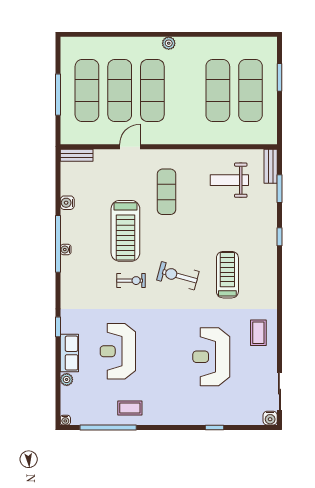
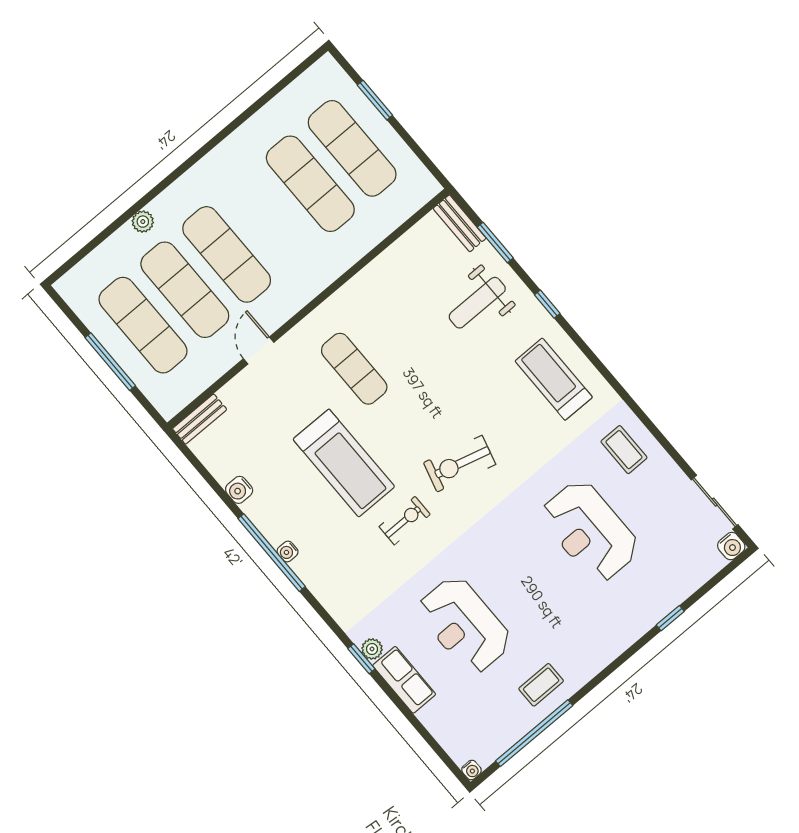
plant: (169, 43) -> (143, 222), moved
weight bench: (229, 180) -> (477, 303), moved
treadmill: (227, 275) -> (554, 379), moved
plant: (67, 379) -> (372, 649), moved

